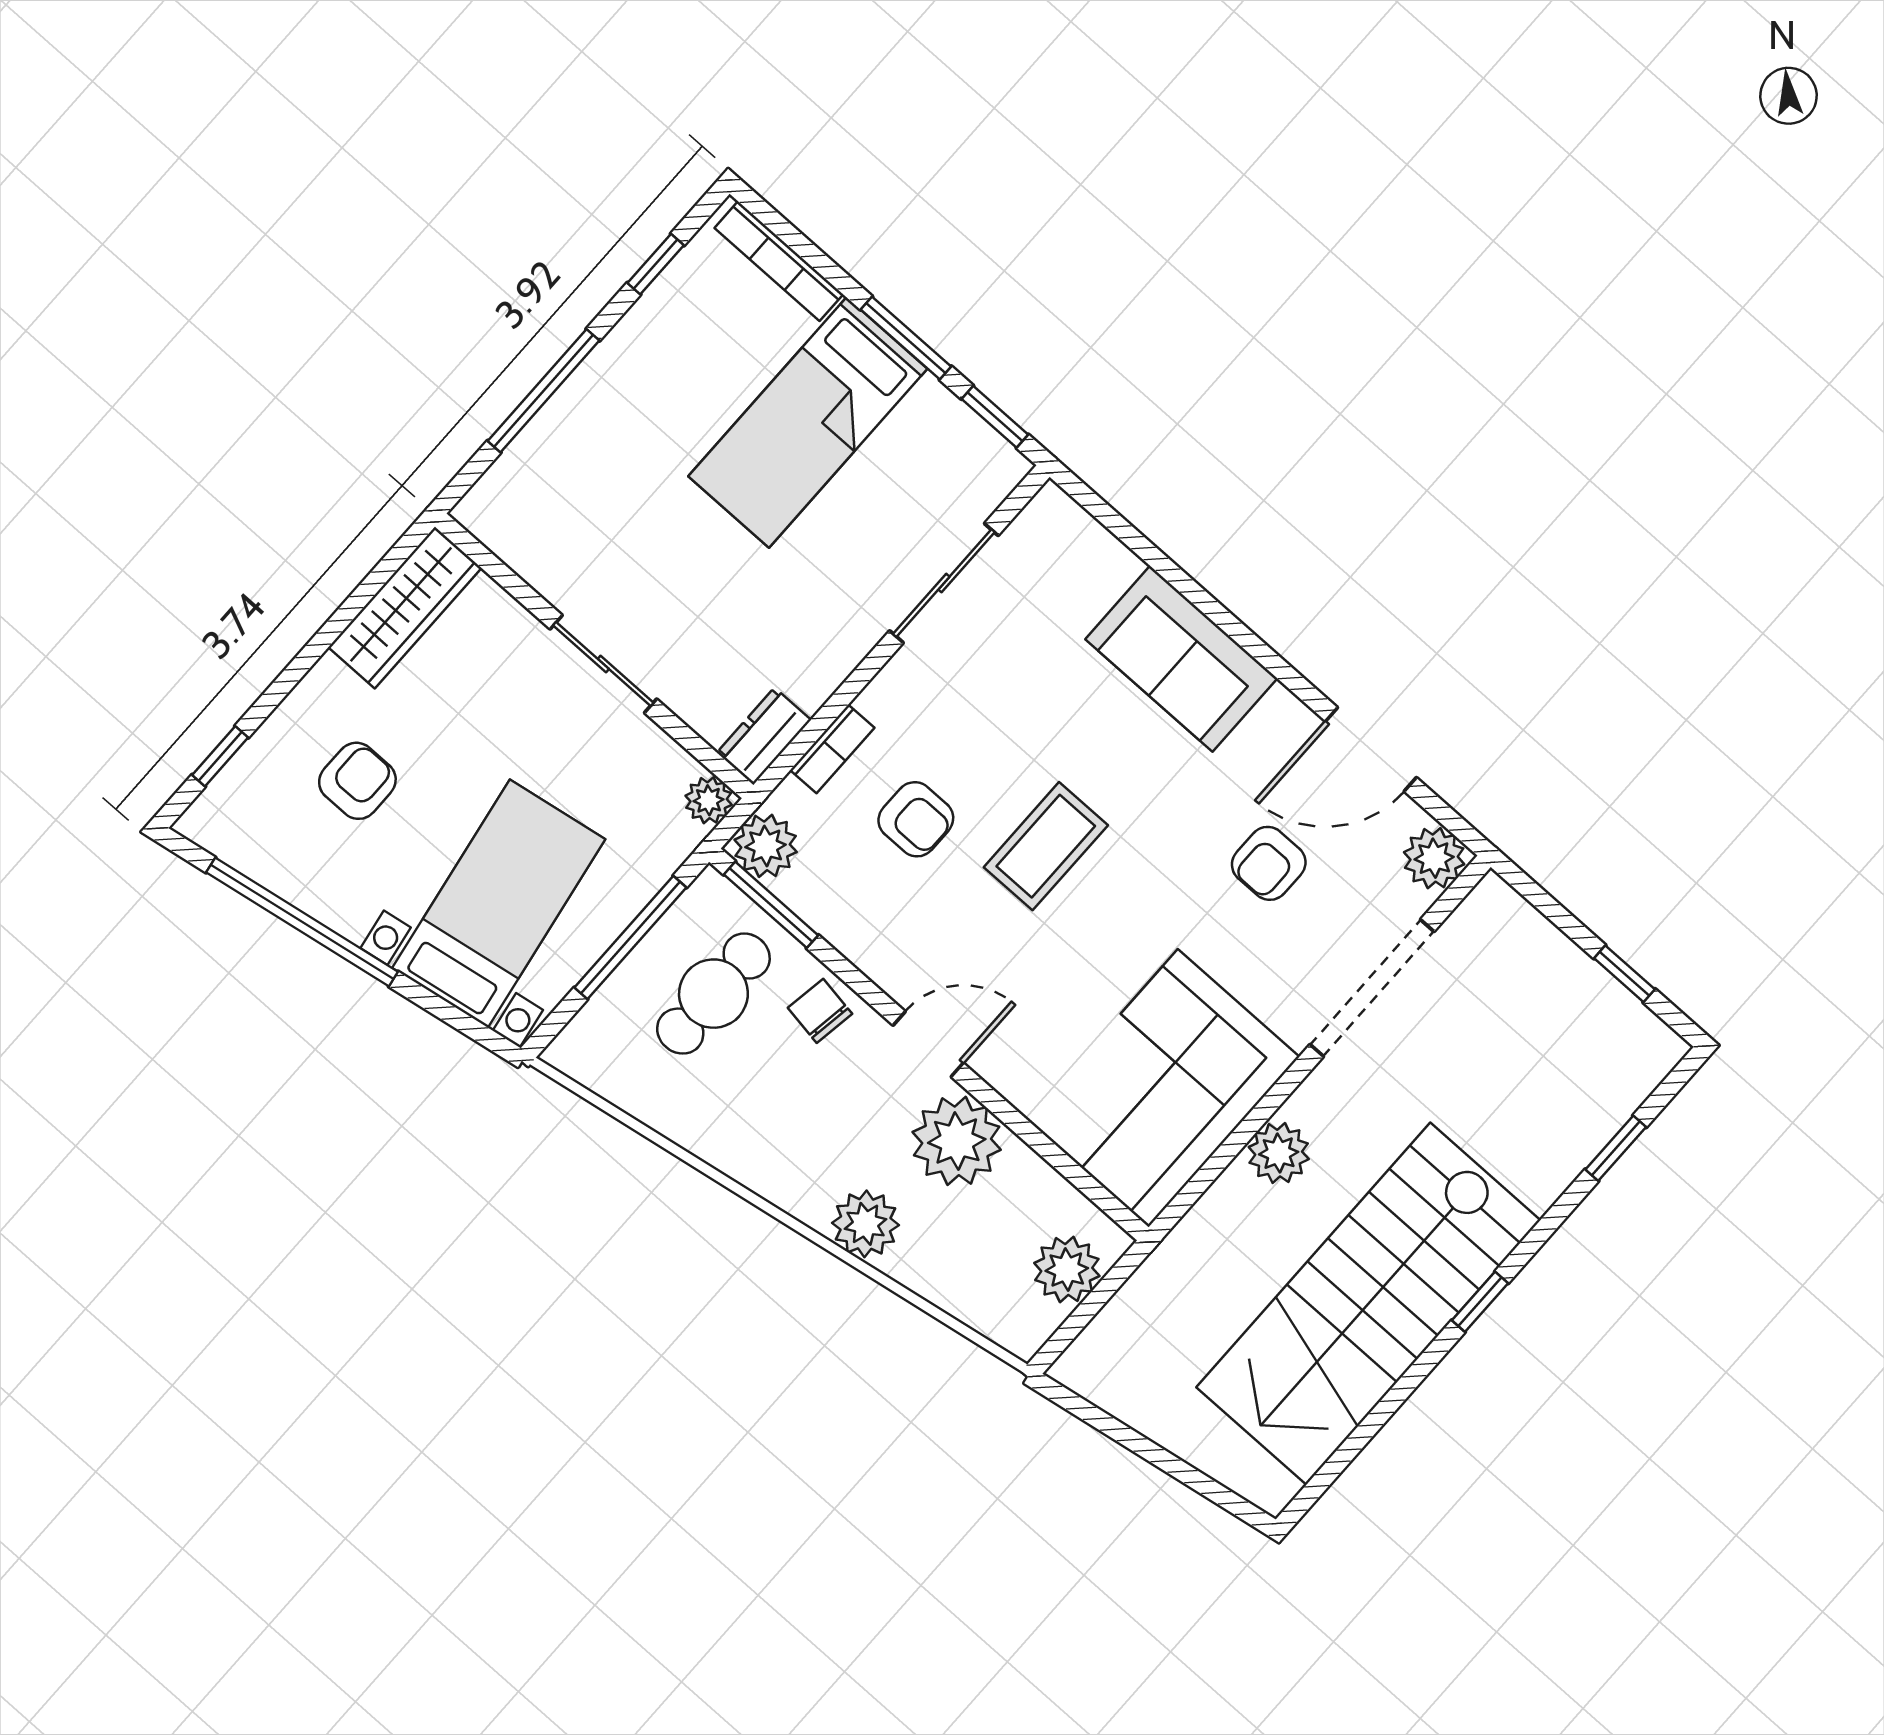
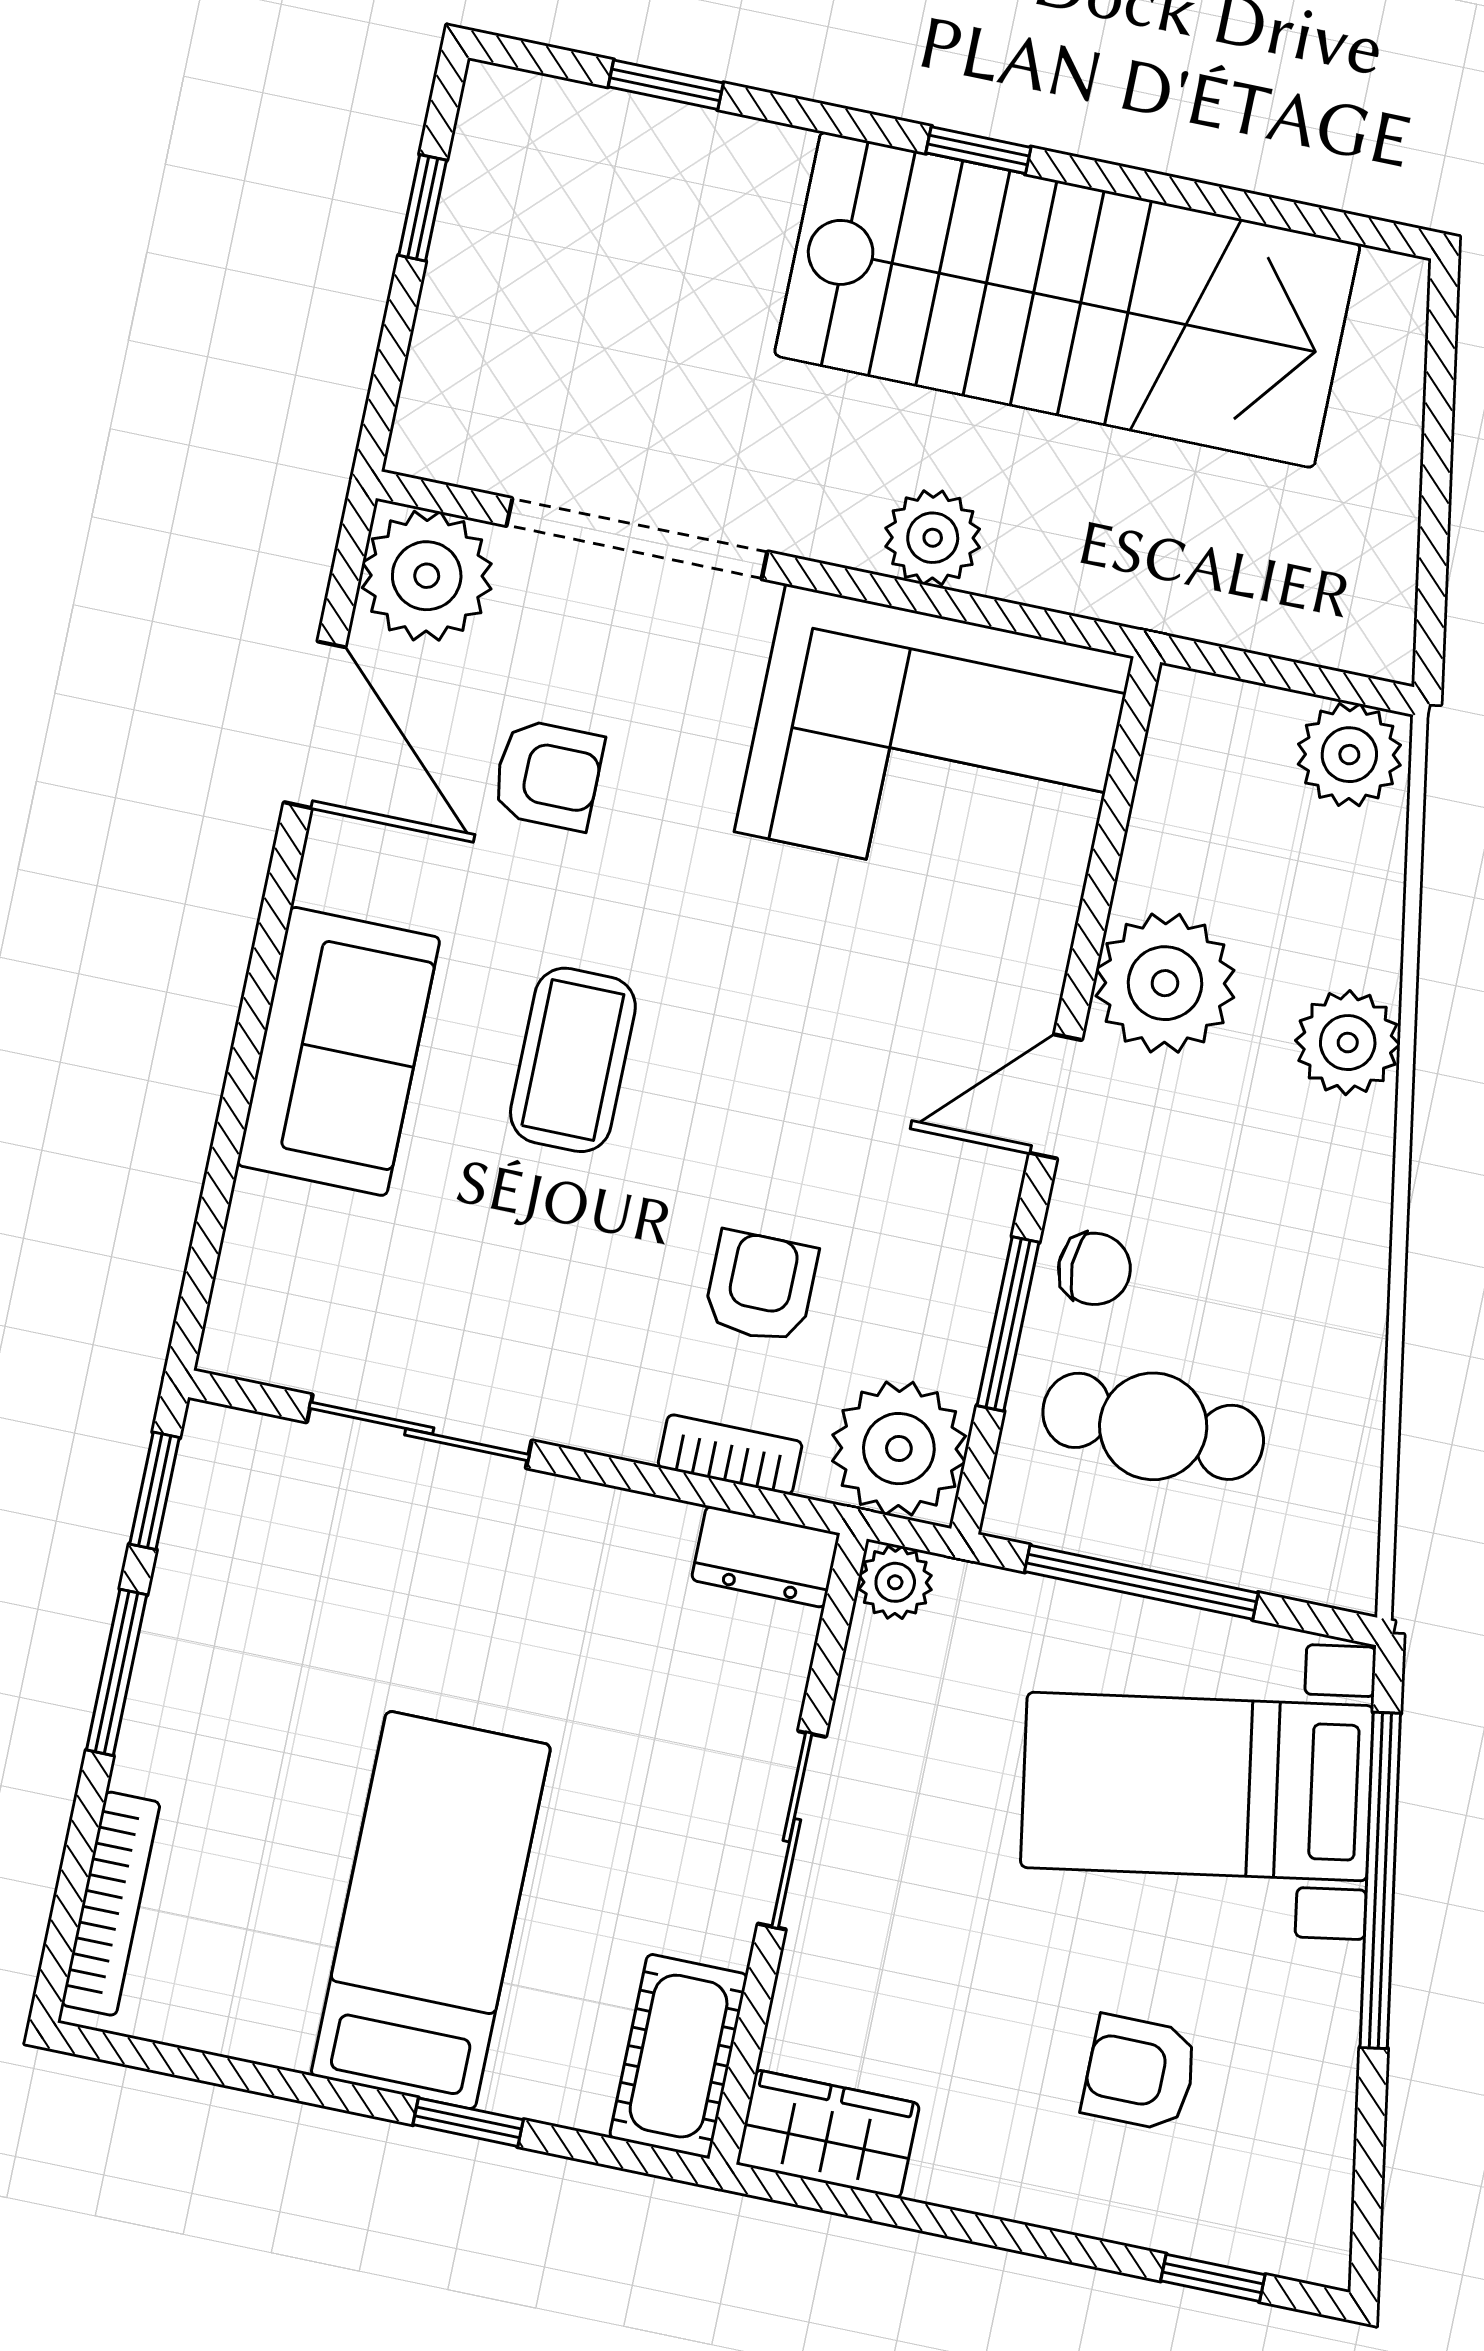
window: (656, 264) -> (210, 2068), removed
window: (543, 391) -> (468, 2122), width x0.46
bed: (808, 423) -> (431, 1910), moved, turned -90
cot: (513, 529) -> (679, 2056), added
wardrobe: (405, 608) -> (828, 2134), width x0.67
plant: (766, 846) -> (899, 1449), width x1.36, depth x1.36
coffee table: (1046, 846) -> (573, 1060), moved, turned 90
plant: (1434, 858) -> (427, 576), width x1.36, depth x1.36
window: (771, 905) -> (1008, 1324), moved
window: (302, 922) -> (1380, 1880), moved
chair: (820, 1011) -> (1094, 1269), turned -99
door: (928, 1044) -> (1056, 1096), hinge flipped
plant: (1067, 1270) -> (1349, 755), moved

